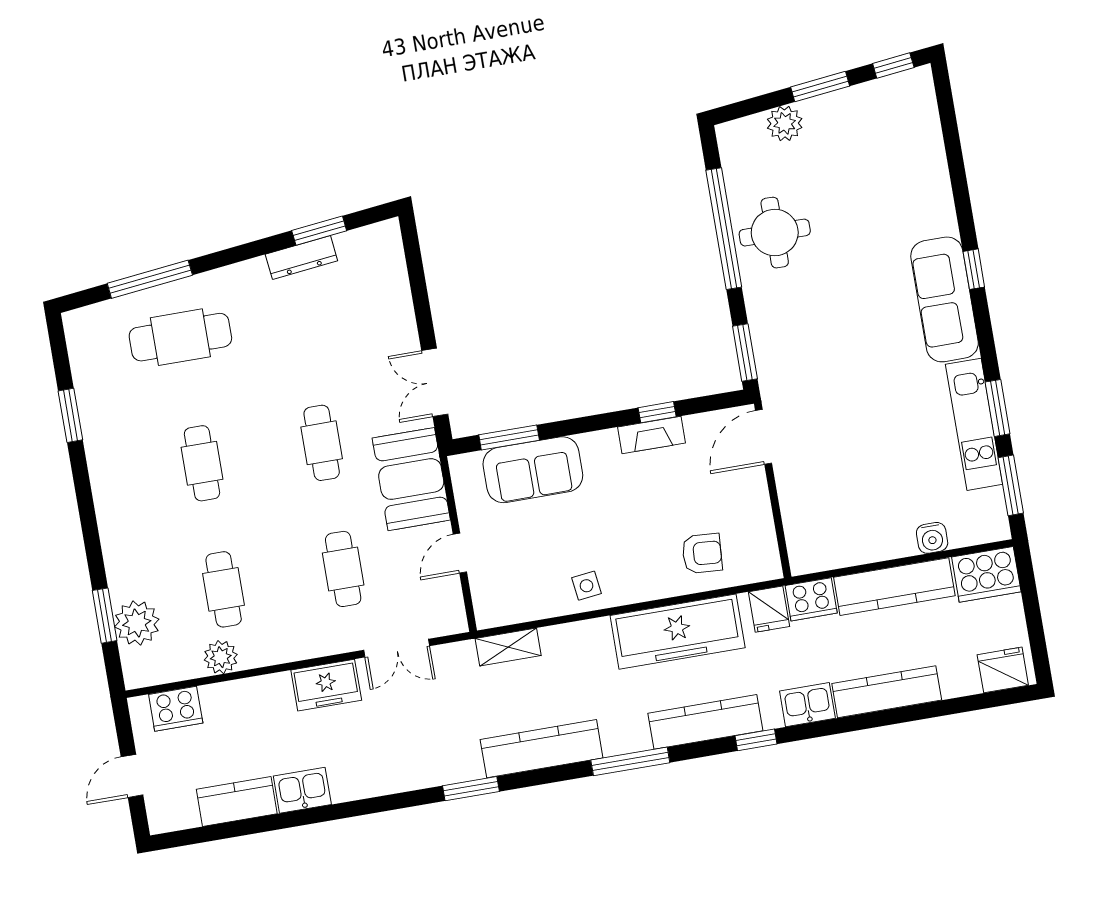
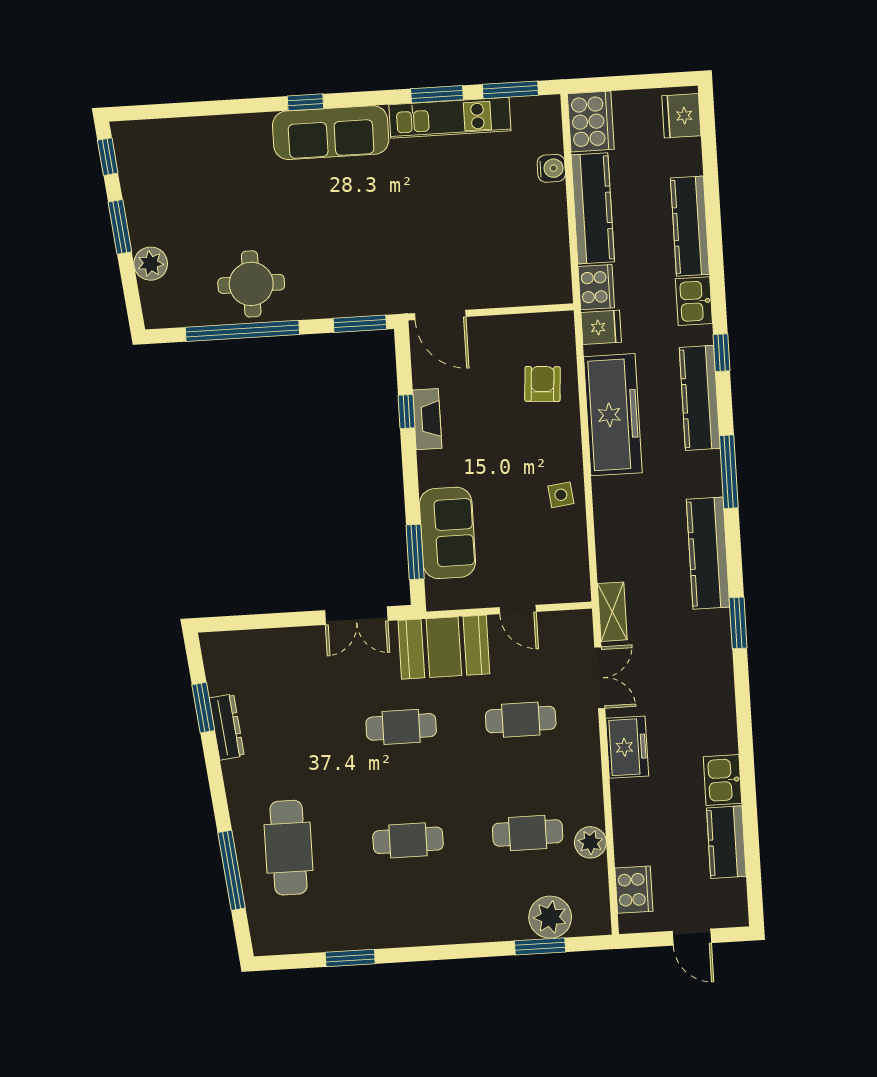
shelving: (508, 647) -> (612, 612), moved

